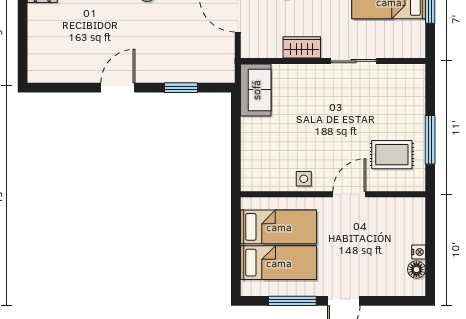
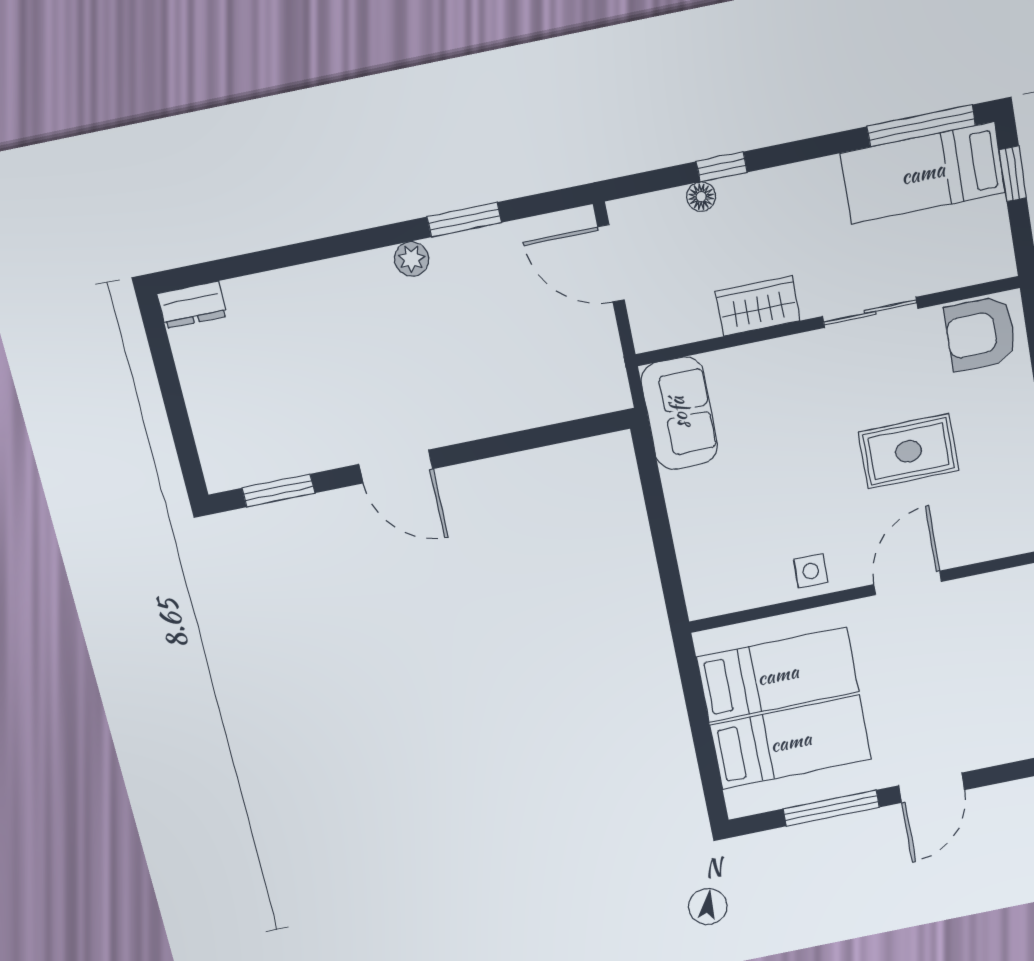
armchair: (404, 81) -> (981, 334), added
door: (118, 88) -> (396, 467), swing flipped
window: (181, 88) -> (278, 491), moved
rug: (392, 155) -> (909, 451), moved

